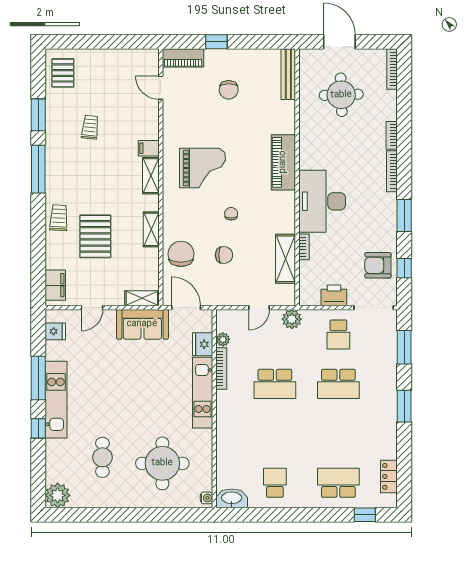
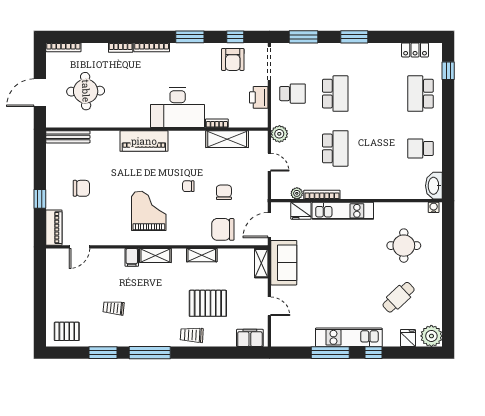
fridge: (55, 331) -> (408, 338), moved
cafe table: (102, 457) -> (399, 297), turned -43
round table: (162, 463) -> (404, 246), width x0.73, depth x0.73

